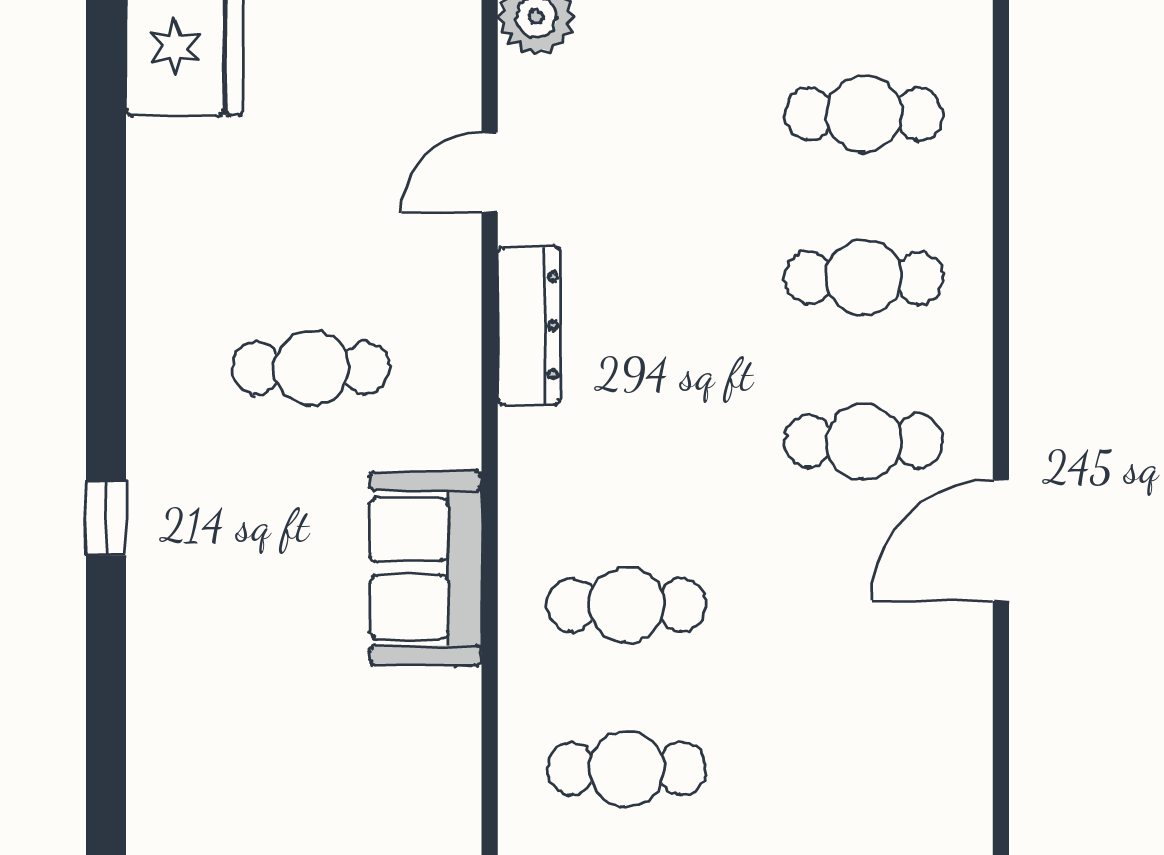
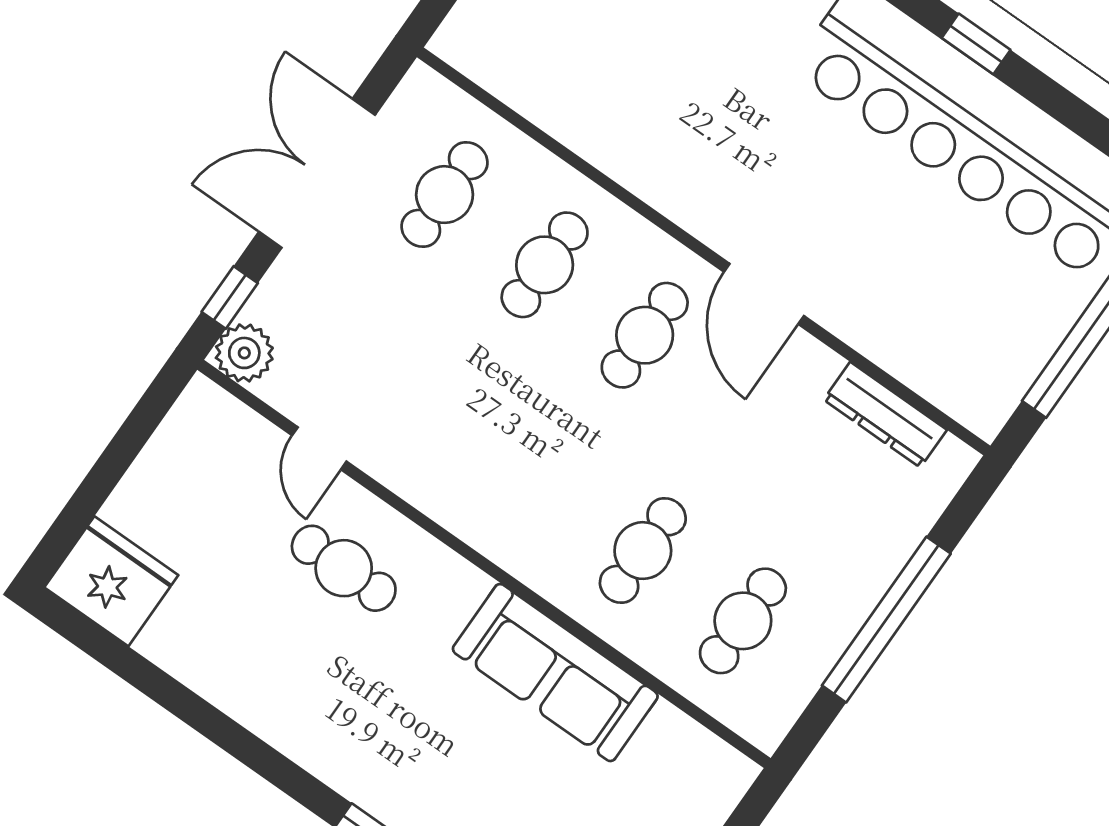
dresser: (529, 326) -> (885, 415), moved, turned 180
cafe table: (311, 368) -> (344, 568), moved, turned 90
sofa: (426, 568) -> (555, 673), width x1.36

